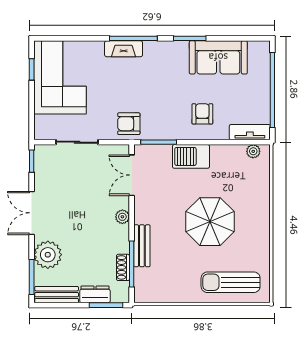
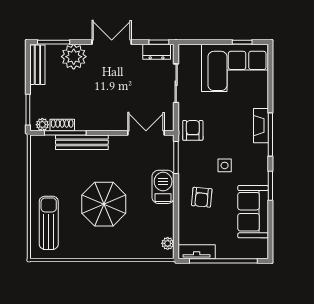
side table: (167, 89) -> (225, 165), added
armchair: (202, 114) -> (202, 197), turned 95
tv unit: (250, 132) -> (197, 252), moved, turned -90
plant: (122, 217) -> (42, 125), moved
bench: (142, 246) -> (82, 142), width x1.36
dresser: (95, 294) -> (157, 52), moved, turned 90

